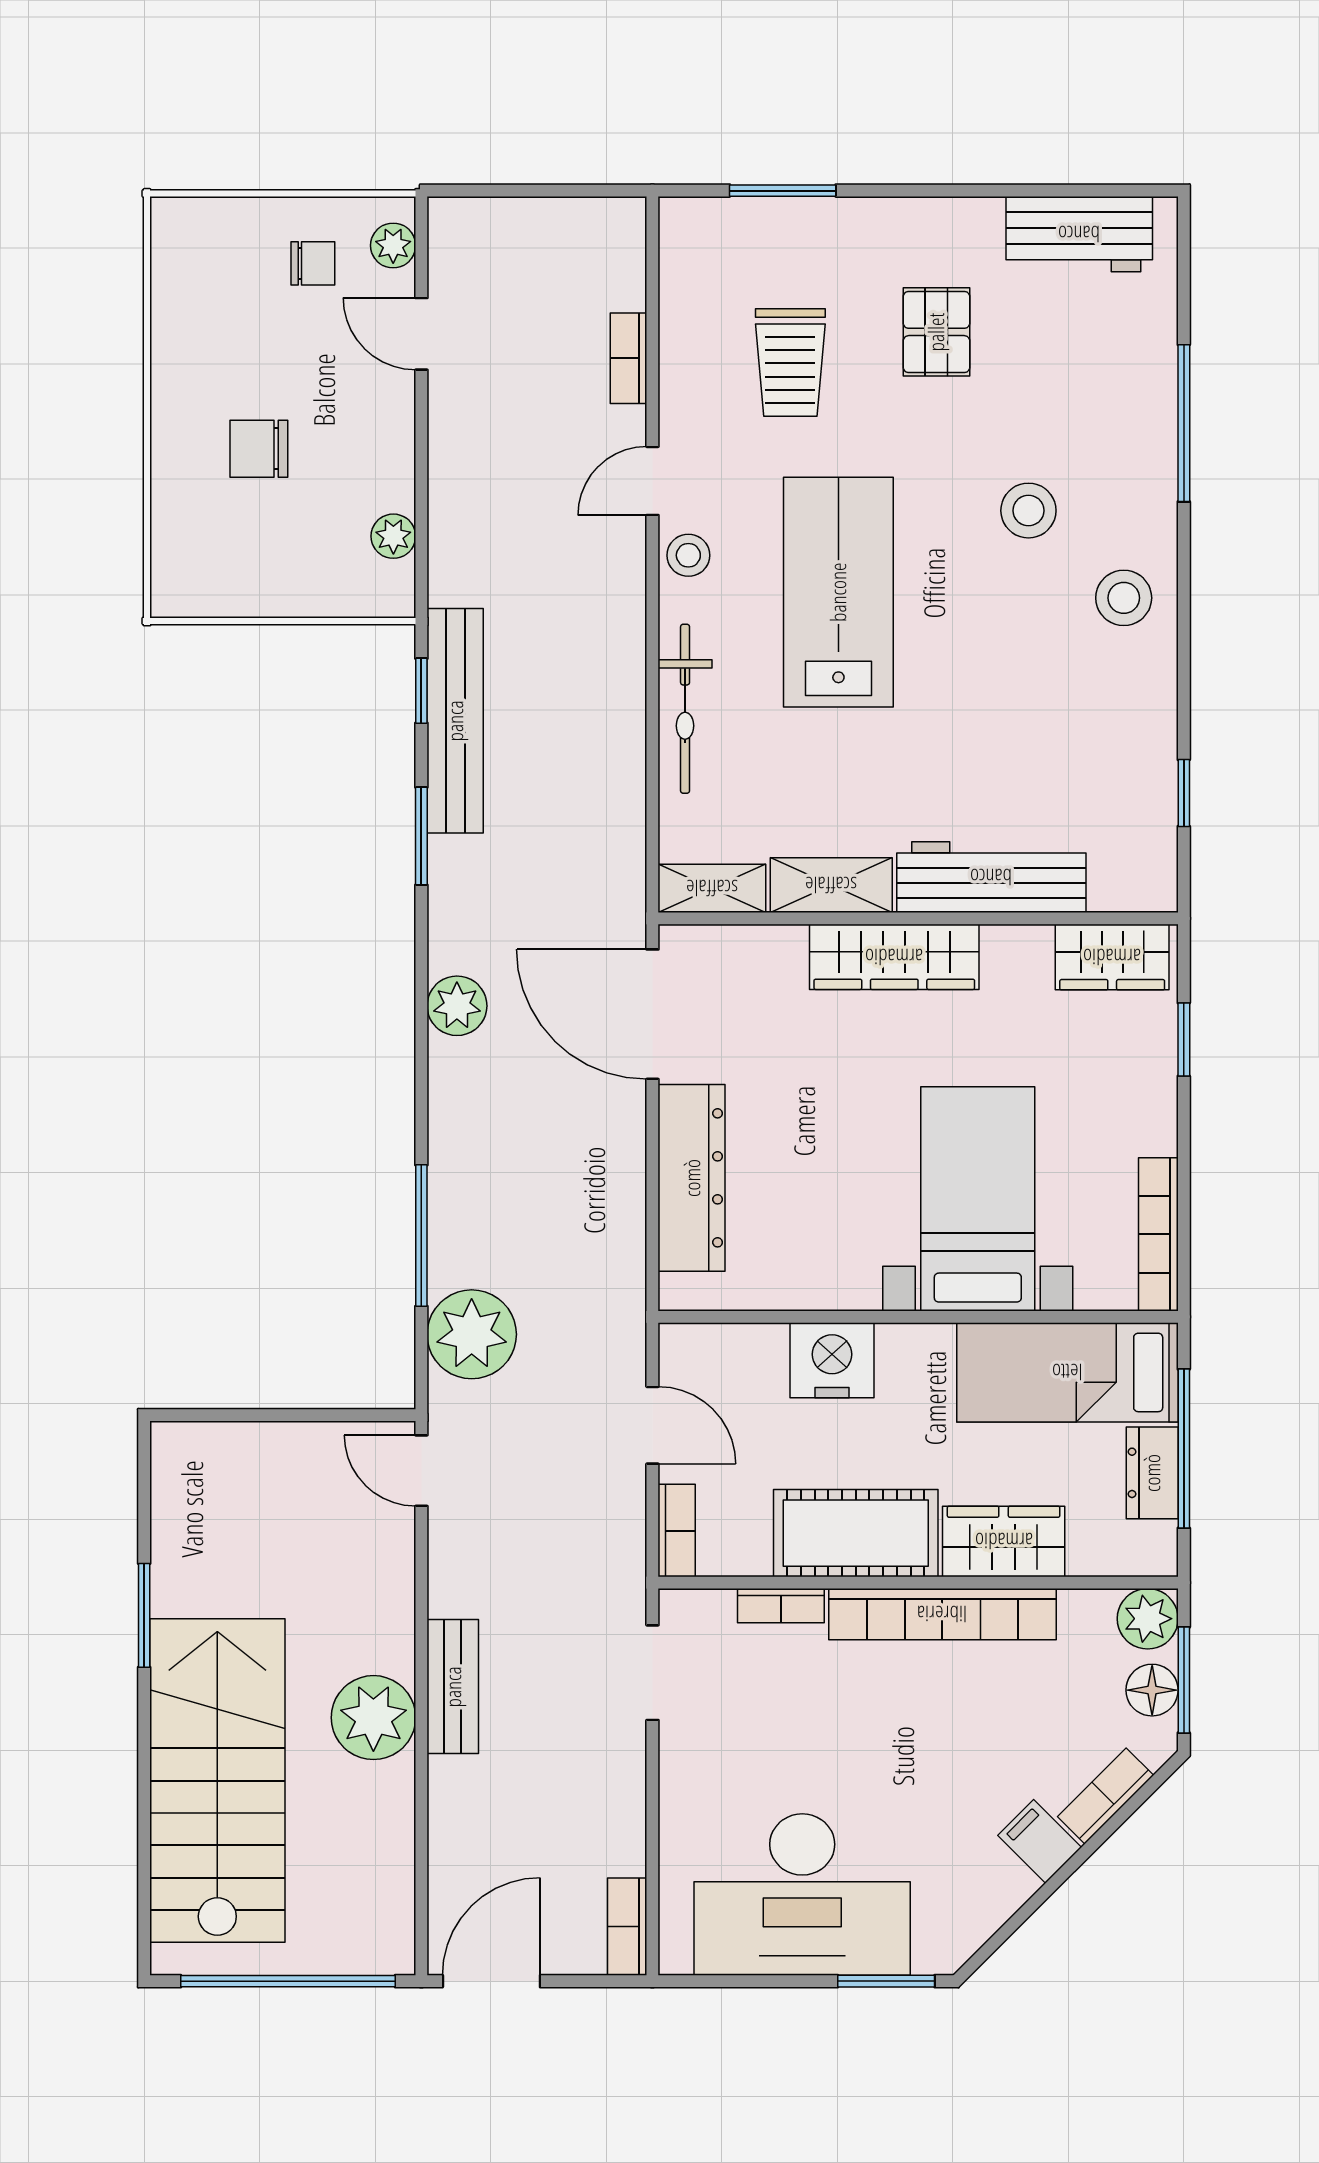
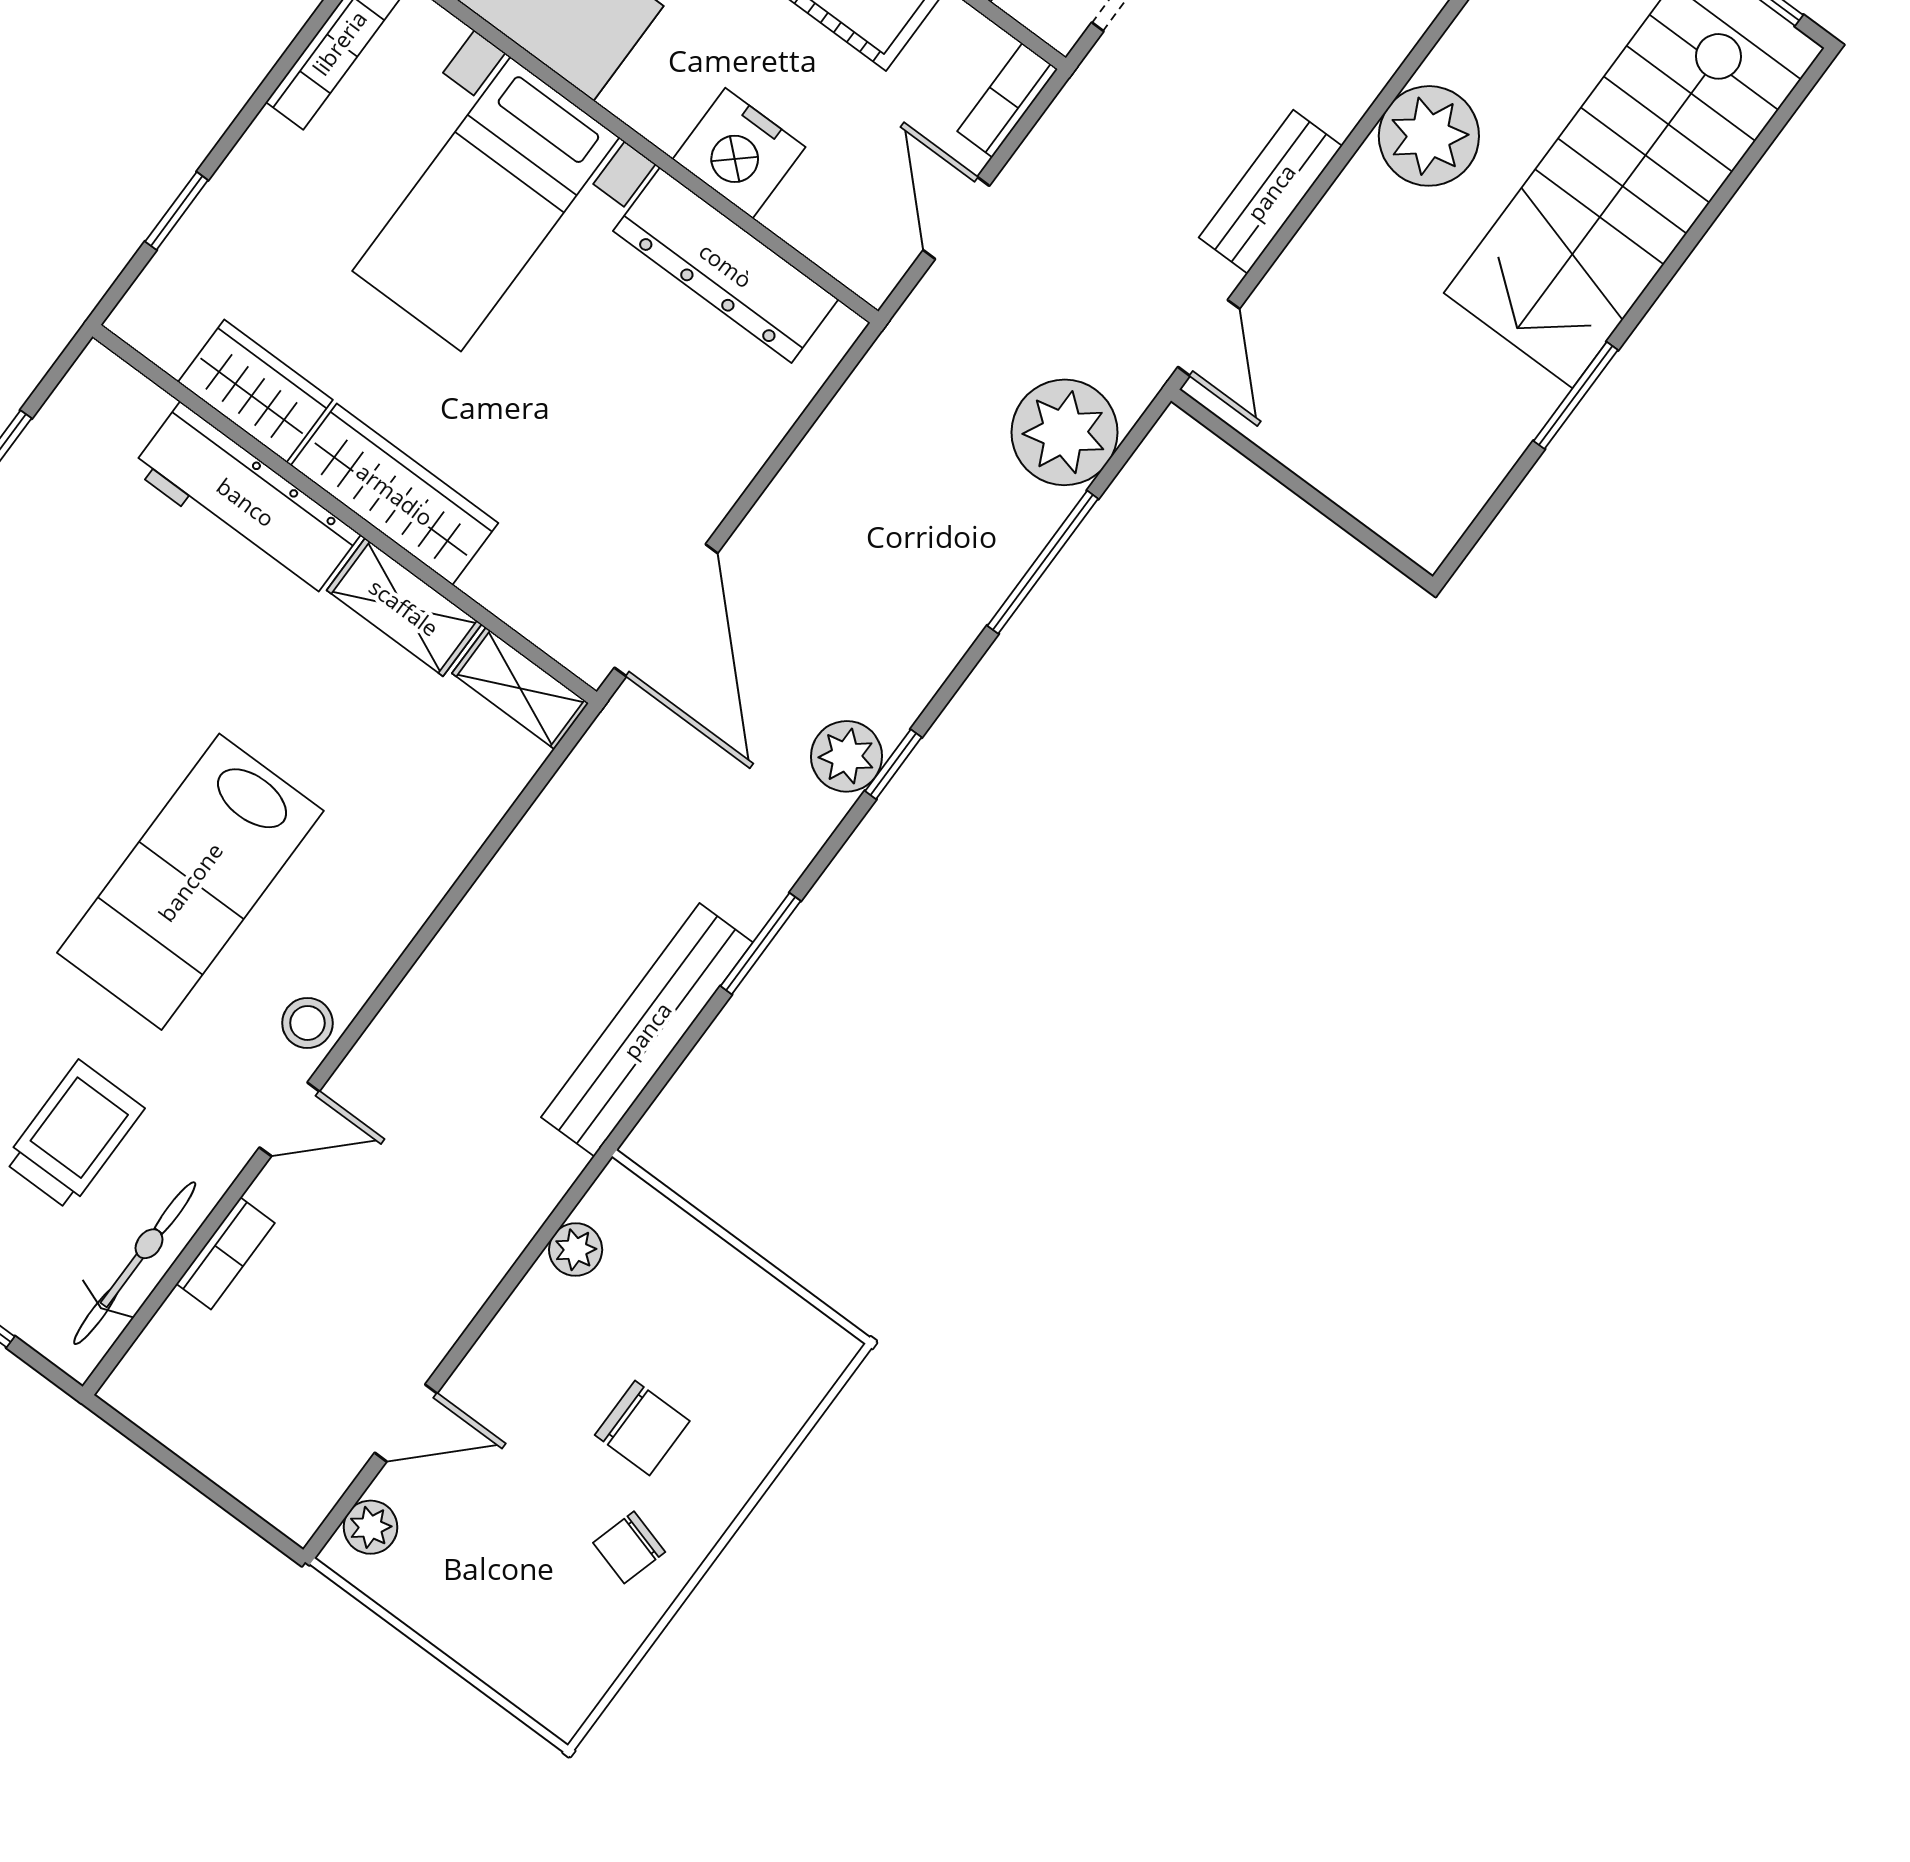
chair: (313, 263) -> (629, 1547), moved, turned -74
door: (421, 334) -> (406, 1423), hinge flipped
window: (421, 691) -> (893, 764), moved
bicycle: (685, 709) -> (135, 1263), moved
wardrobe: (1112, 957) -> (255, 391), moved
dresser: (692, 1178) -> (726, 265), moved, turned -90
bench: (453, 1687) -> (1271, 192), moved

